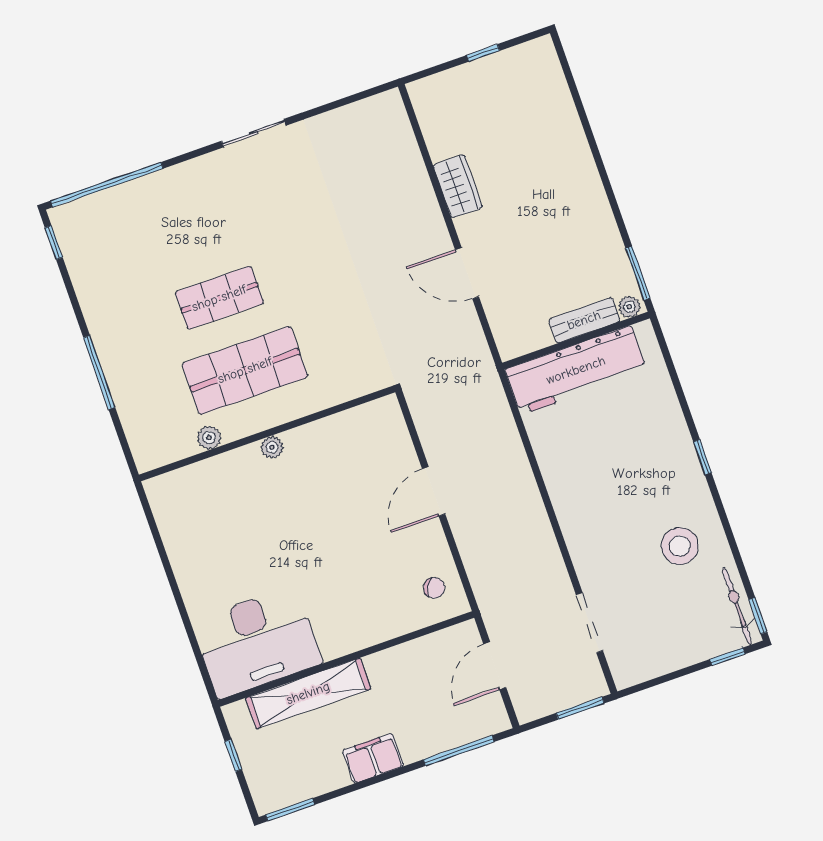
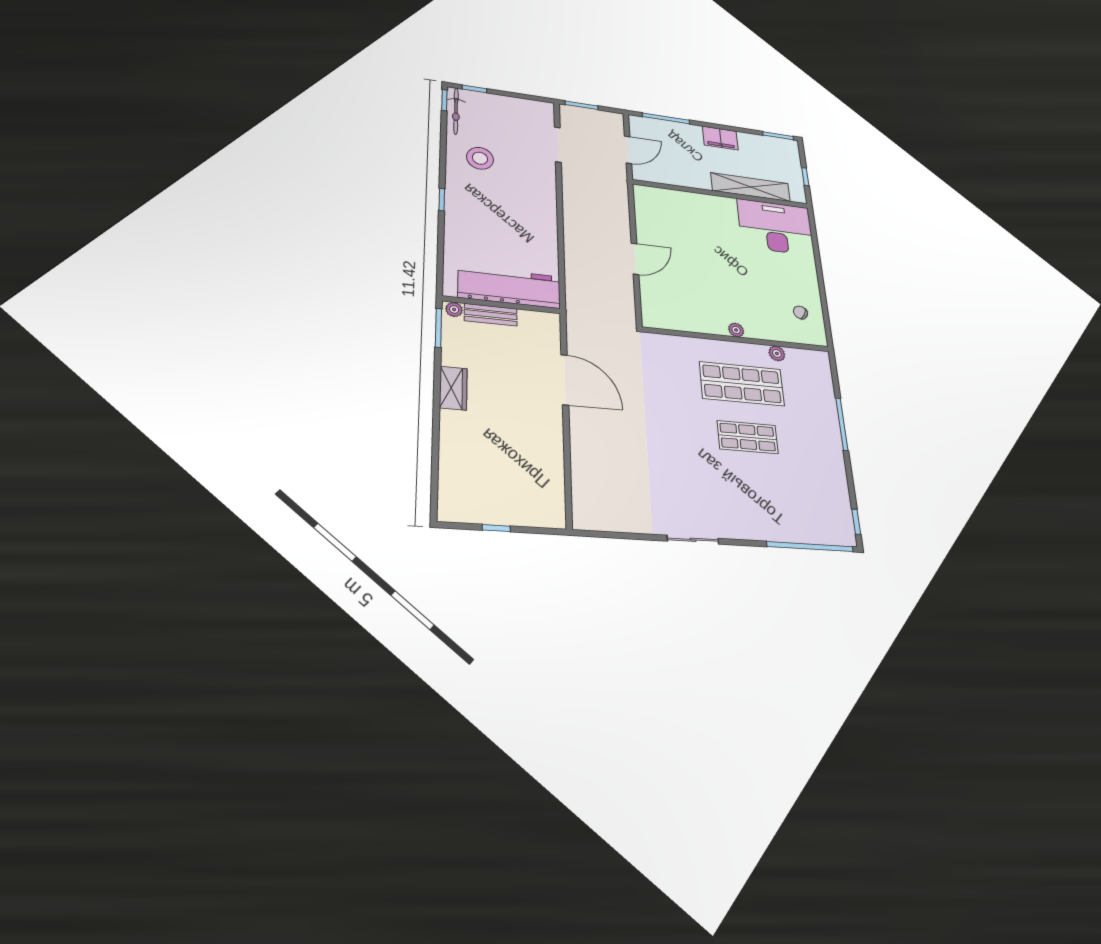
wardrobe: (458, 186) -> (453, 388), moved, turned 180
door: (467, 273) -> (565, 380), width x1.36
chair: (434, 588) -> (800, 312), moved

